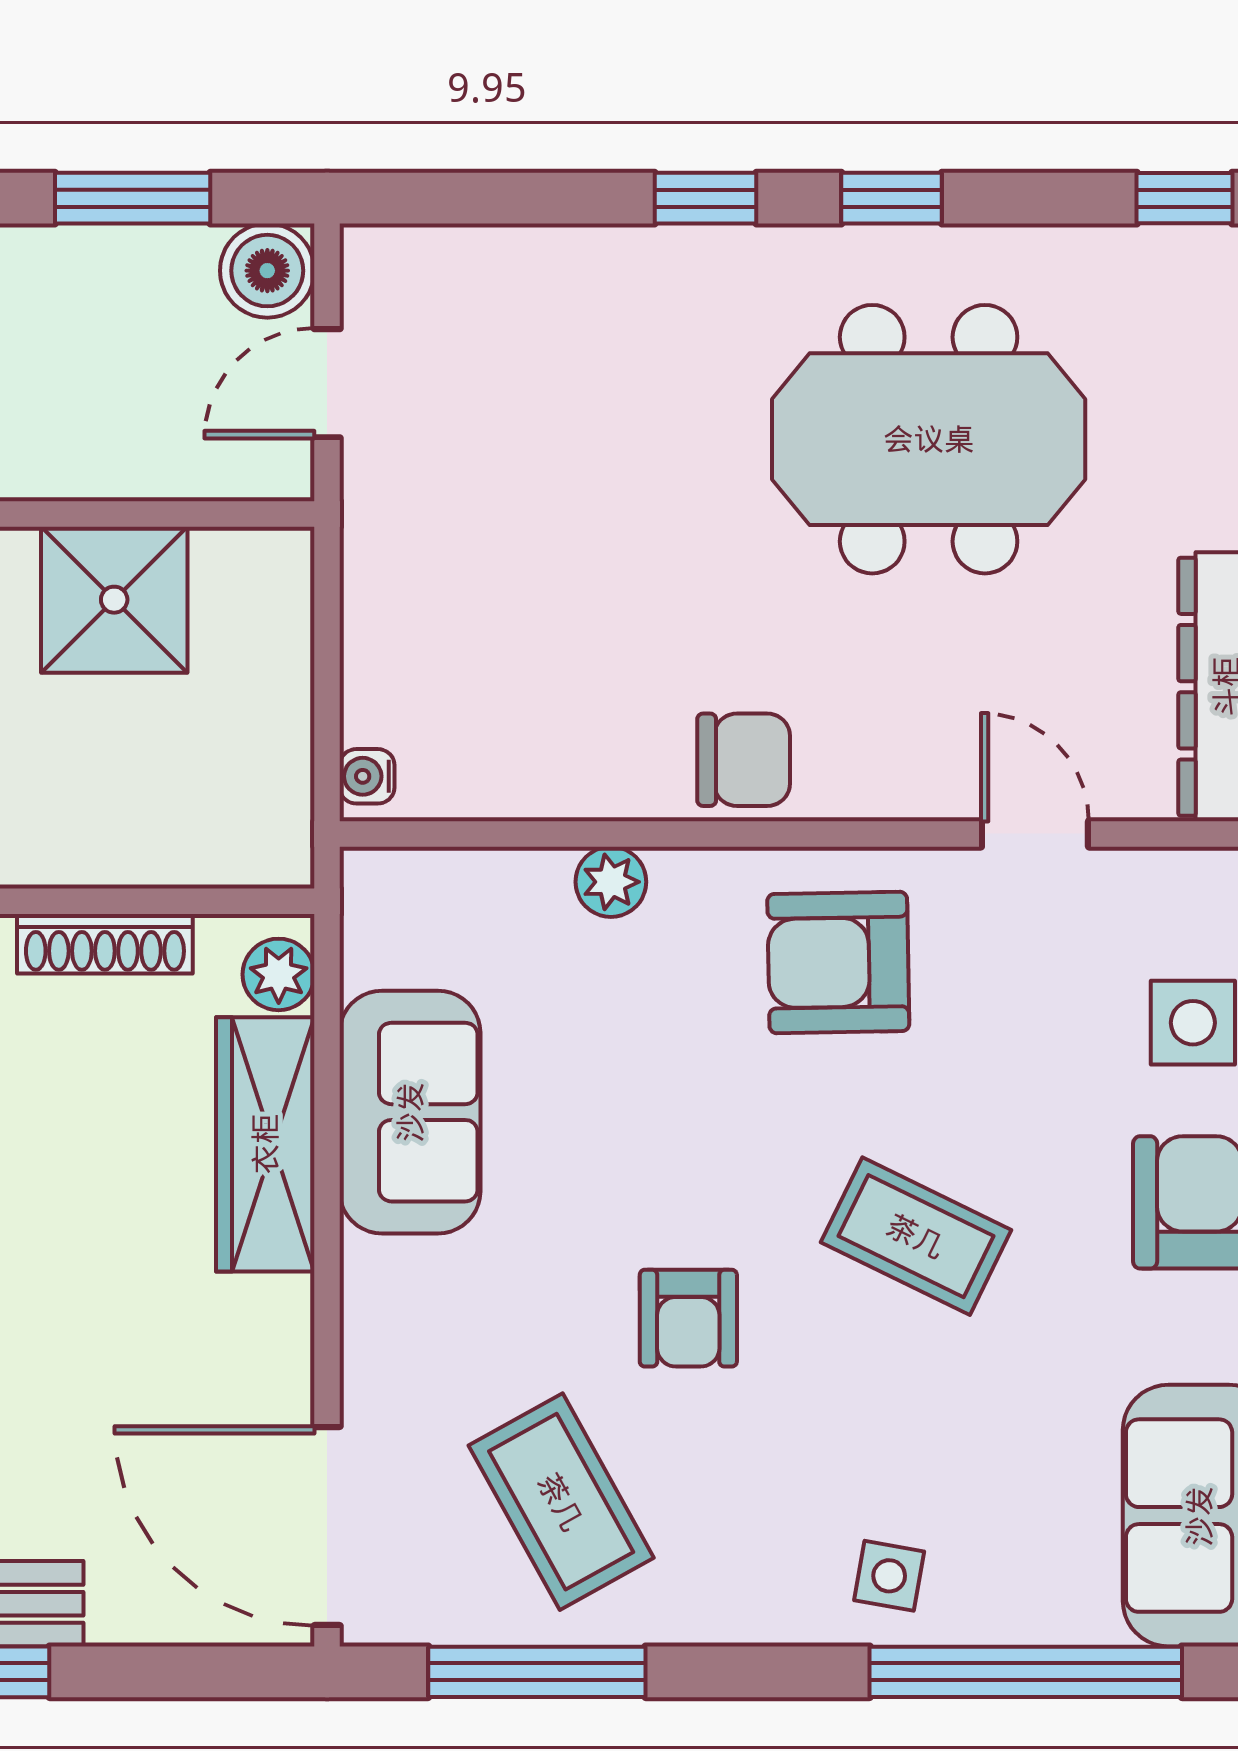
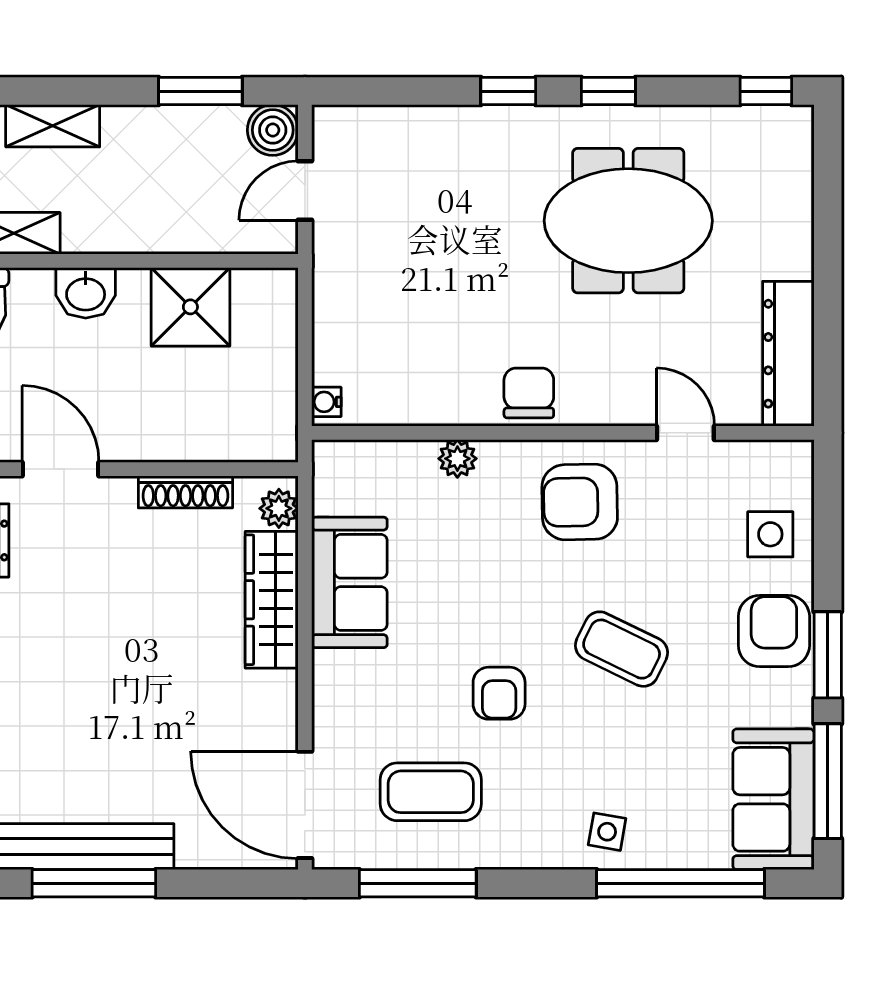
chair: (744, 760) -> (529, 393), turned -90
coffee table: (561, 1502) -> (431, 792), turned -61

